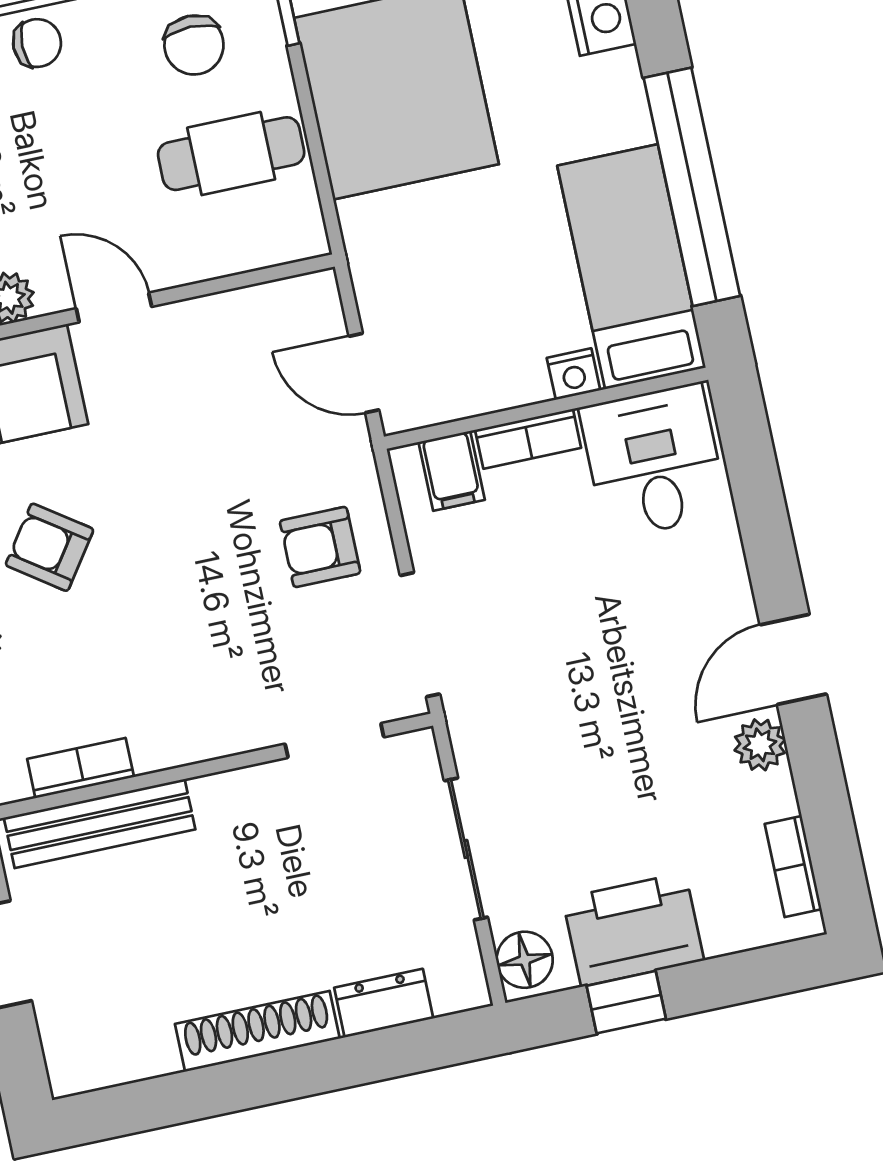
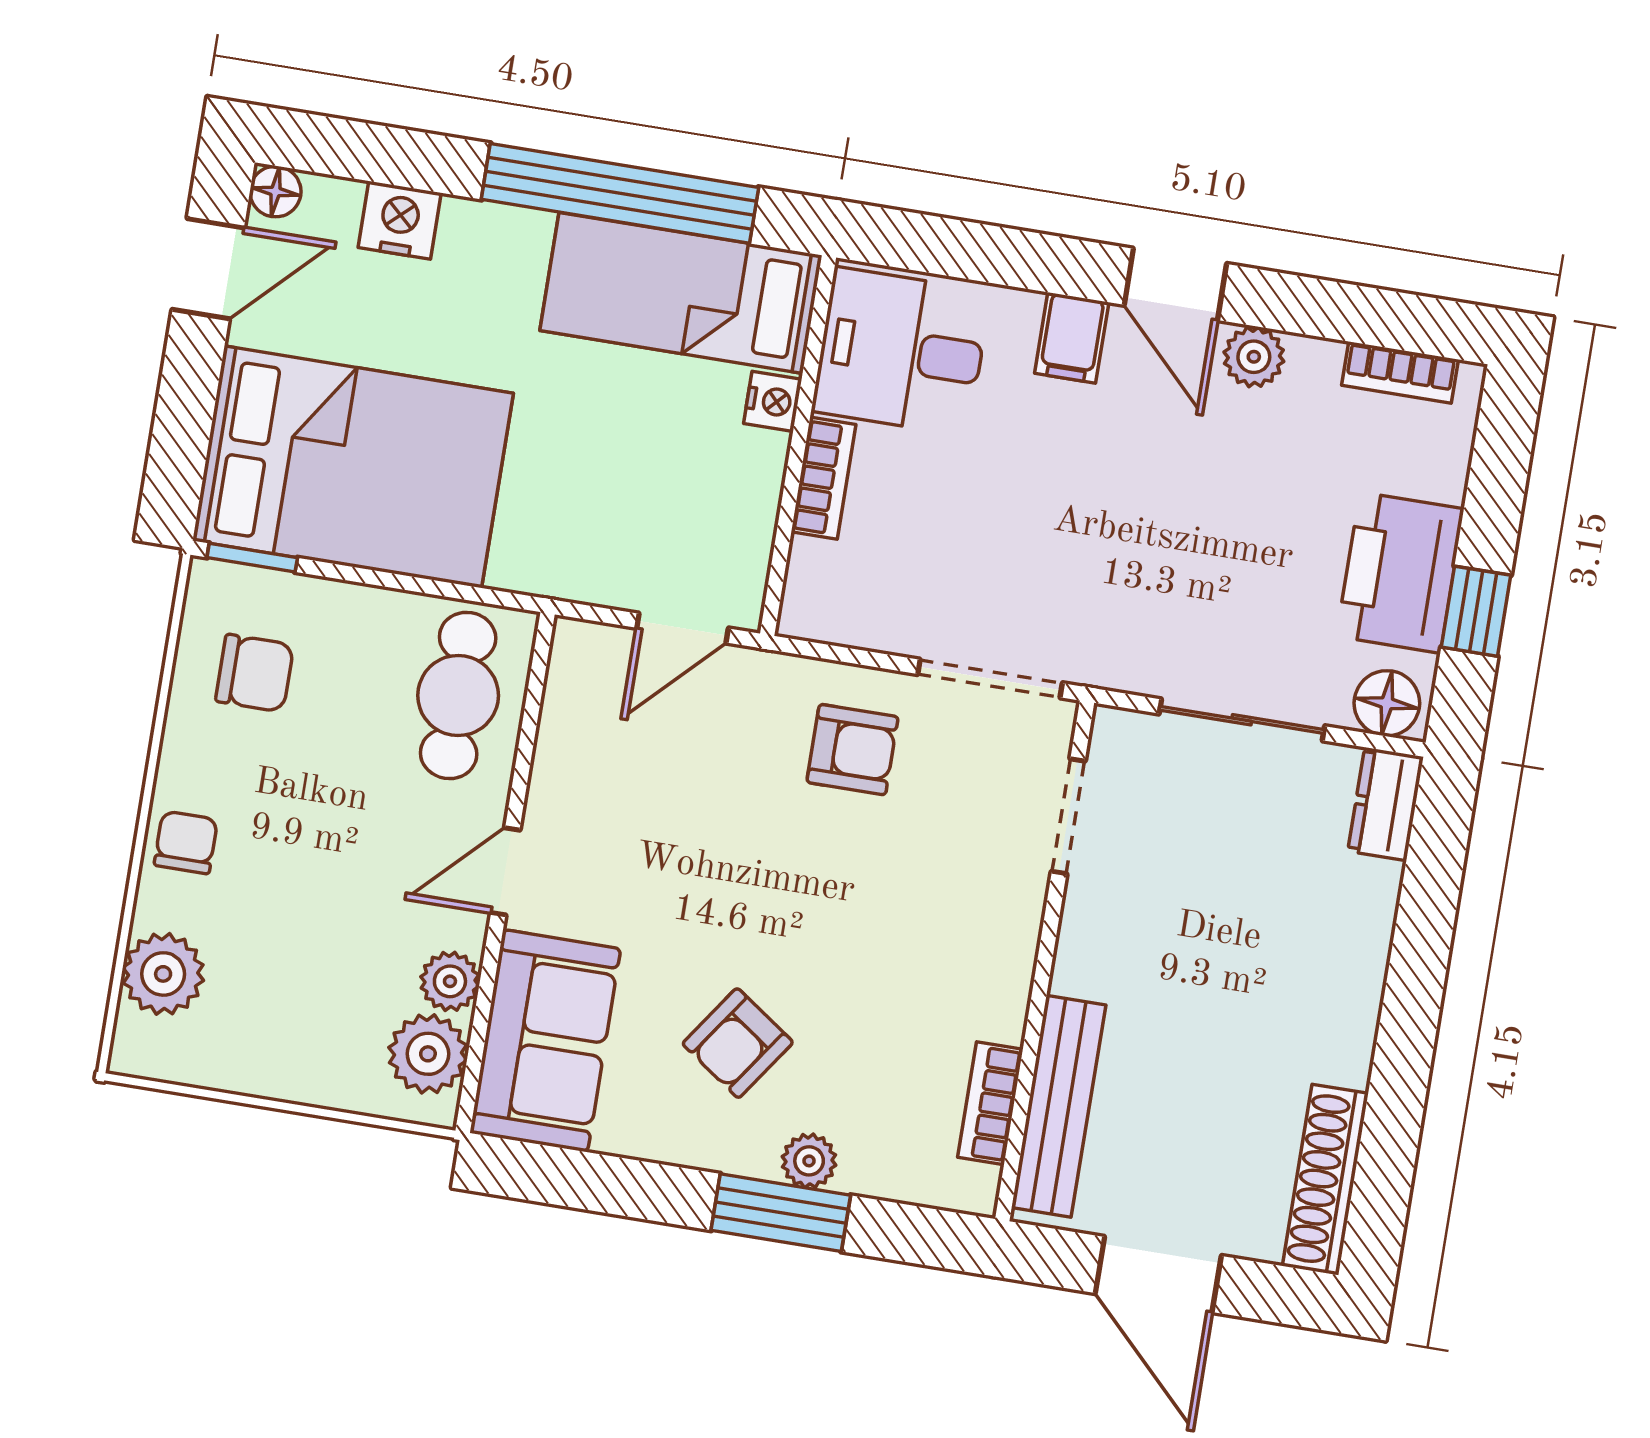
cafe table: (231, 154) -> (458, 695), moved
filing cabinet: (452, 471) -> (1072, 338), moved, turned 90
armchair: (320, 547) -> (852, 750), turned -90
dresser: (384, 1003) -> (1386, 804), moved
shoe rack: (257, 1031) -> (1325, 1180), moved

